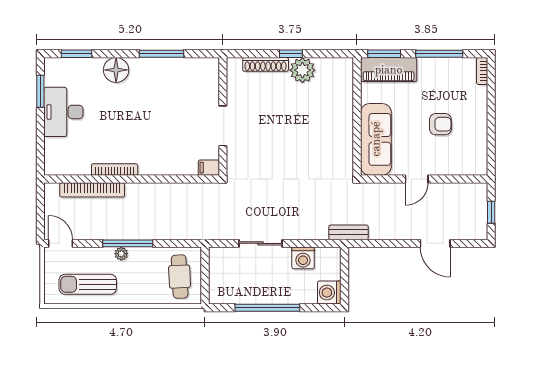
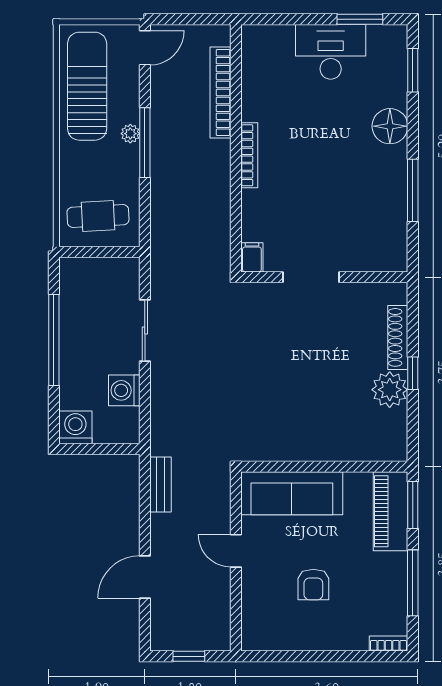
bookcase: (115, 170) -> (249, 155), moved
bench: (349, 232) -> (160, 484), moved
sun lounger: (88, 284) -> (87, 86), width x1.36, depth x1.34

